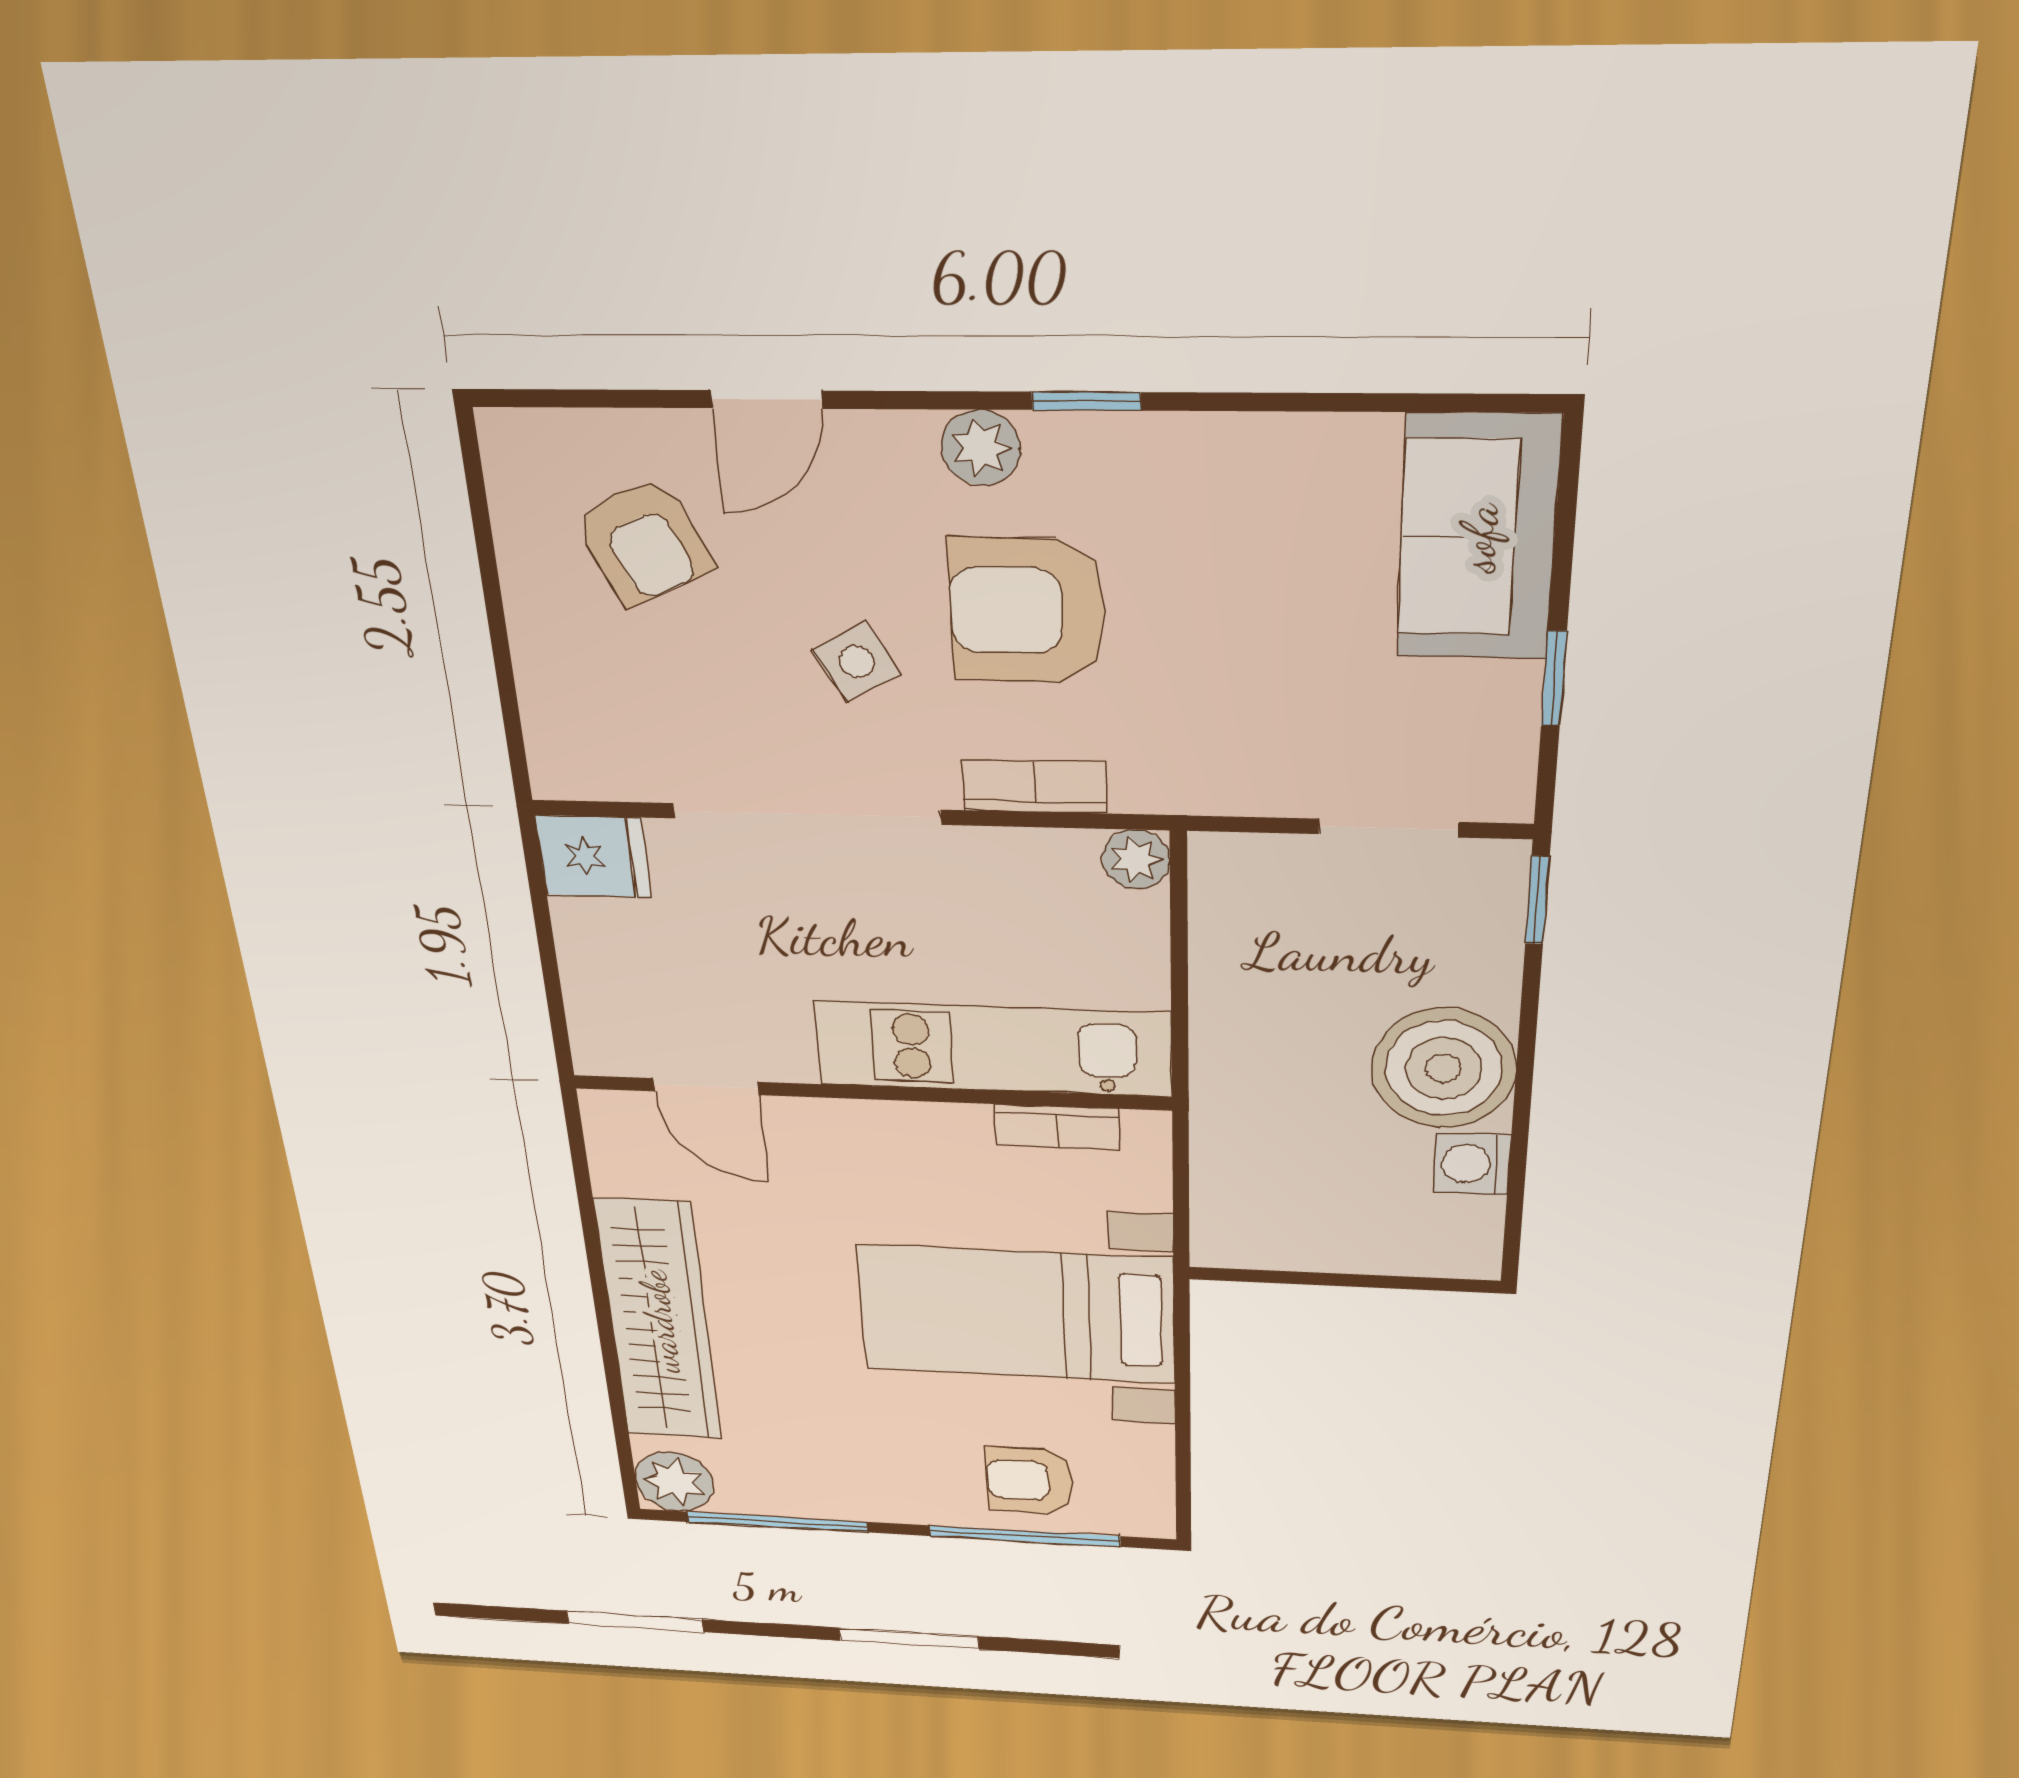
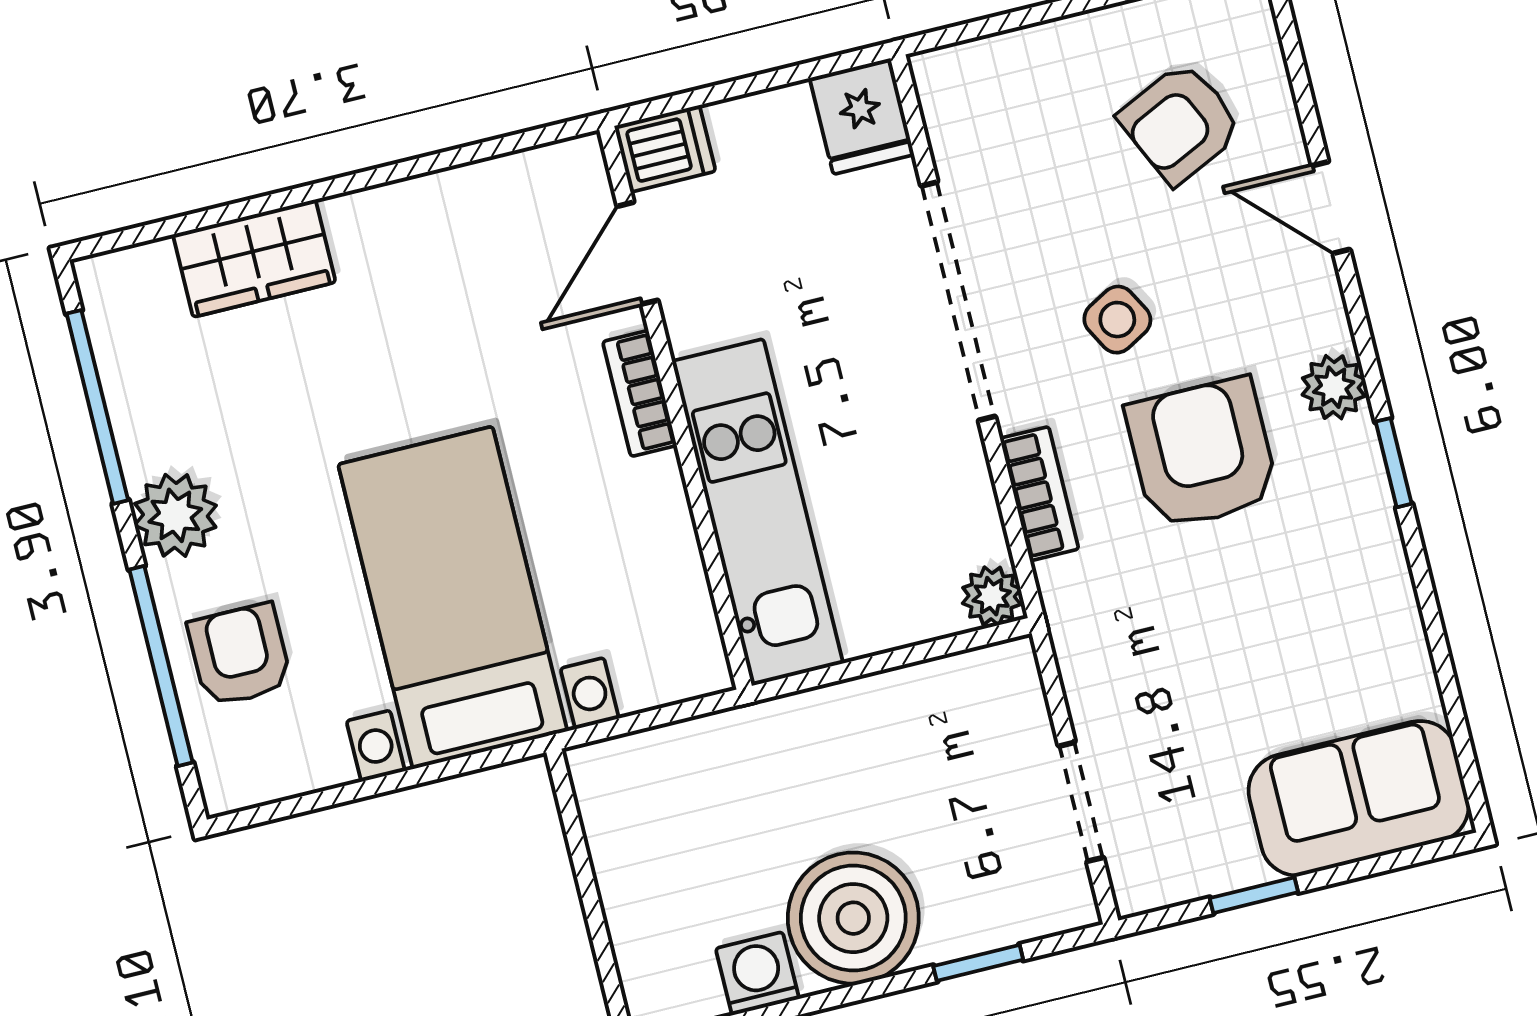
window: (1537, 900) -> (978, 963), moved
dishwasher: (603, 1038) -> (665, 149), added
bookcase: (1058, 1127) -> (640, 393), moved
wardrobe: (659, 1321) -> (254, 258), width x0.48, depth x0.85
plant: (674, 1482) -> (175, 515), moved

